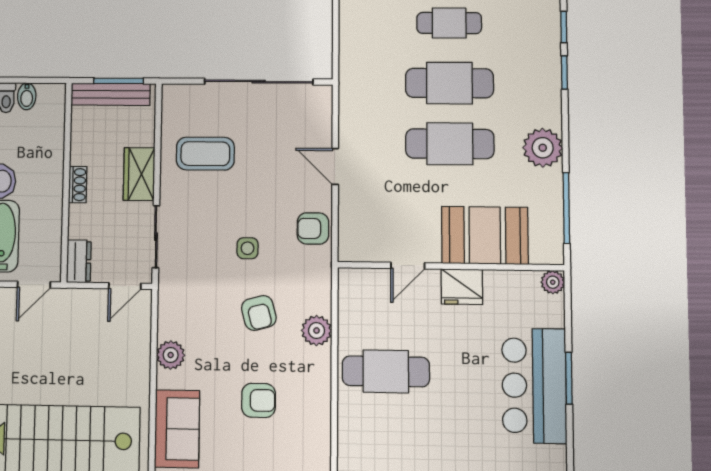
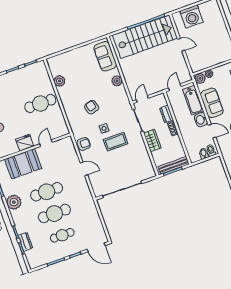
dresser: (548, 40) -> (25, 242), added
coffee table: (205, 154) -> (116, 142), moved
dresser: (79, 261) -> (167, 114), moved
plant: (317, 331) -> (59, 81), moved
armchair: (258, 400) -> (81, 77), removed

